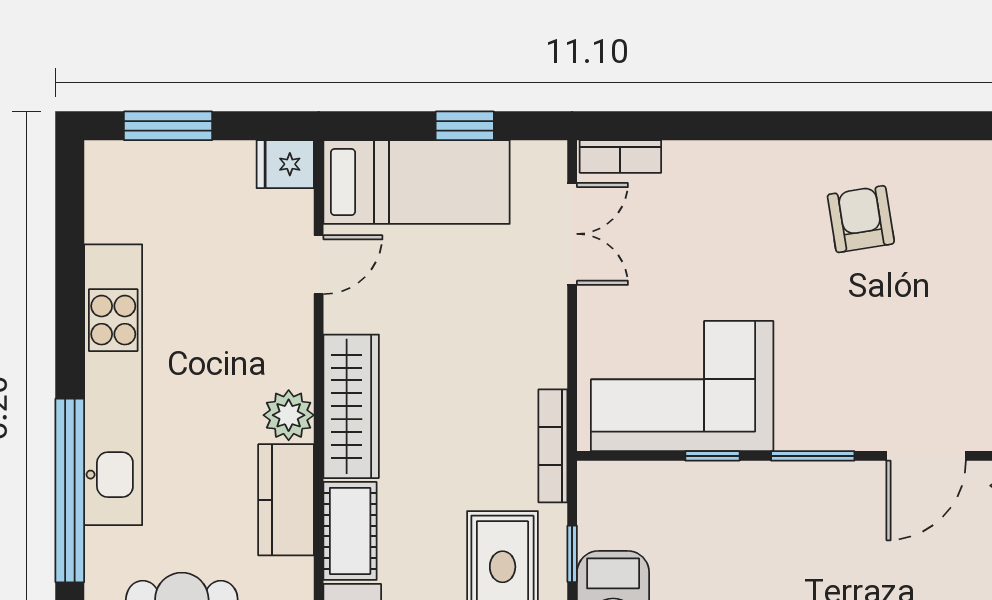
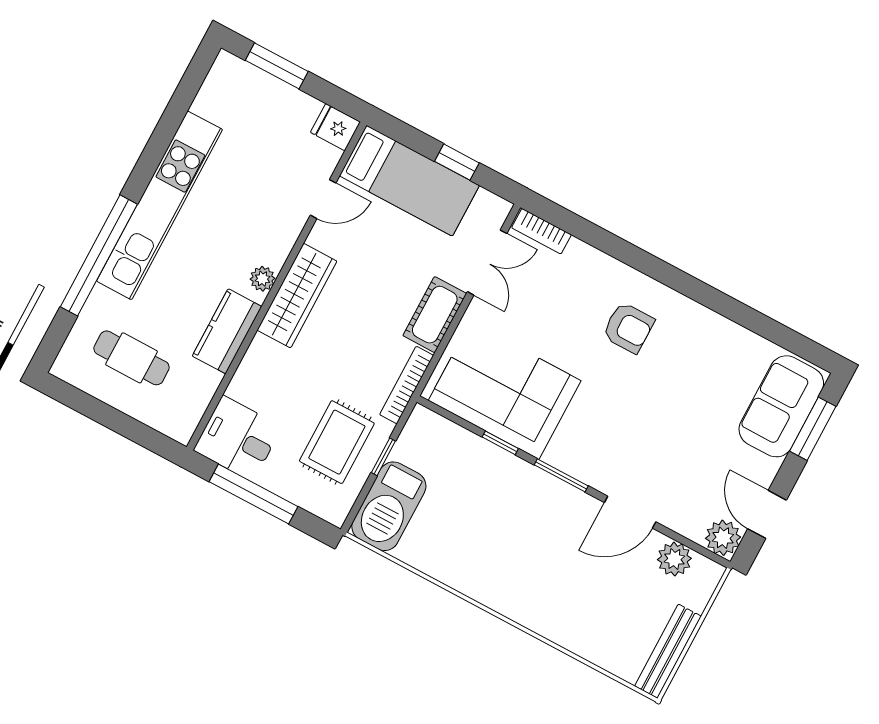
armchair: (861, 219) -> (628, 328), moved, turned 99
plant: (289, 415) -> (262, 279), width x0.73, depth x0.73
cot: (350, 531) -> (435, 315), moved

